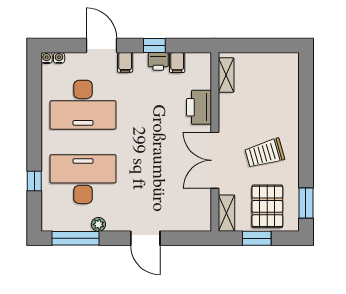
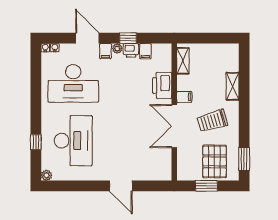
plant: (140, 59) -> (117, 48), added
filing cabinet: (228, 122) -> (184, 97), added
desk: (83, 179) -> (73, 141), turned 90
shelving: (226, 213) -> (233, 86), moved
plant: (98, 224) -> (46, 175), moved
window: (75, 238) -> (67, 186), removed

